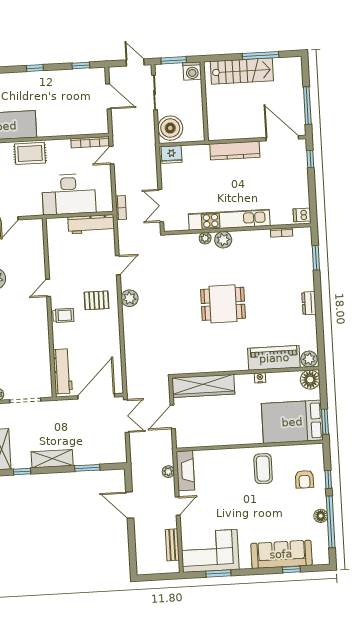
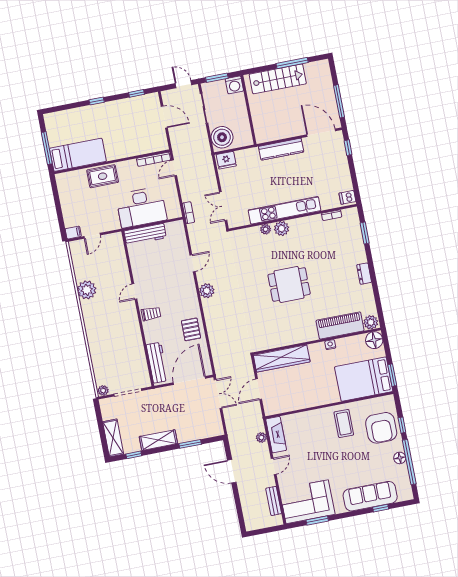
workbench: (91, 224) -> (145, 234), moved
pallet: (97, 300) -> (191, 329), moved, turned 90
armchair: (304, 479) -> (381, 428), width x1.88, depth x1.88

